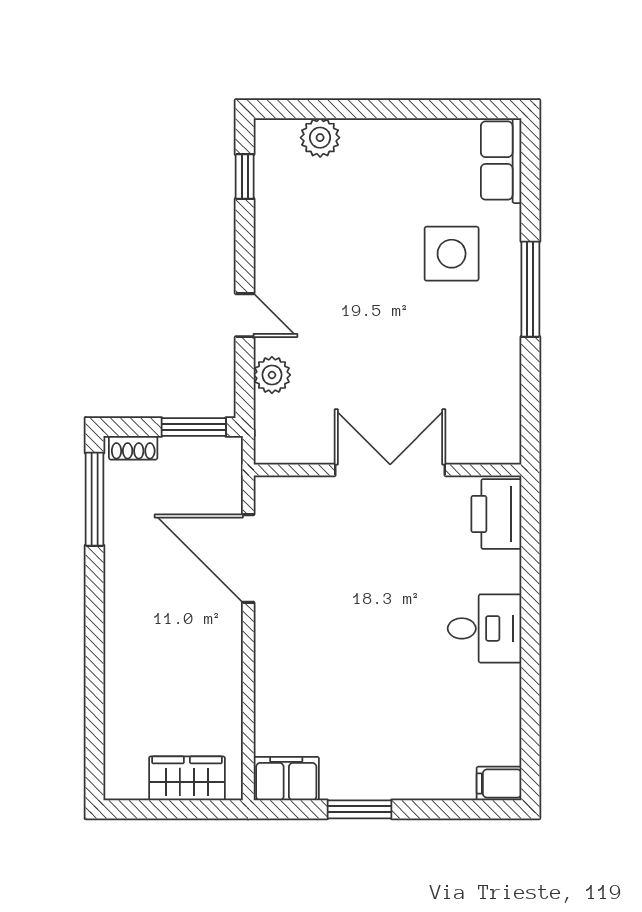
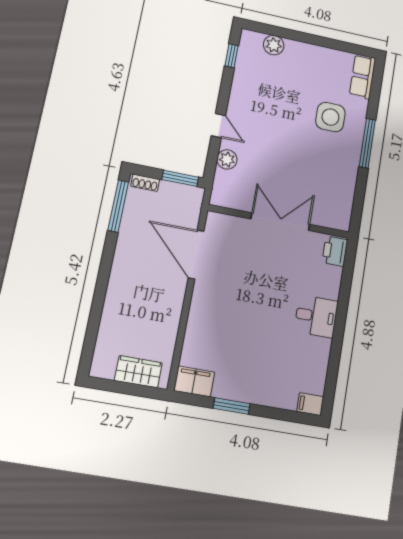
printer: (496, 514) -> (335, 251), width x0.73, depth x0.84

